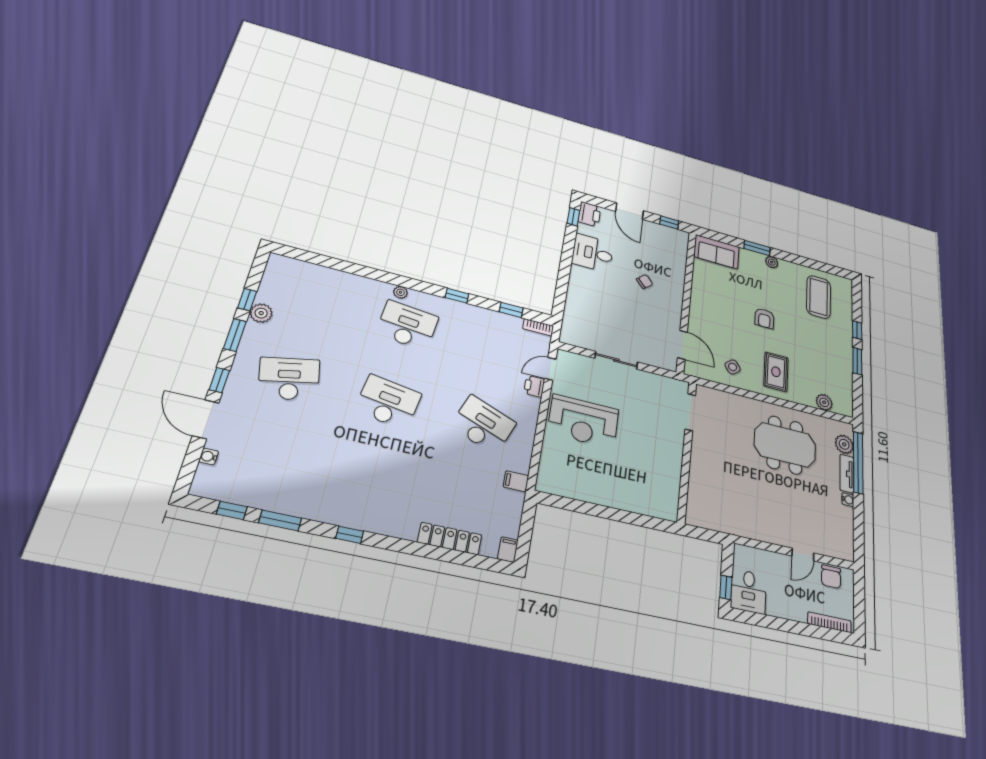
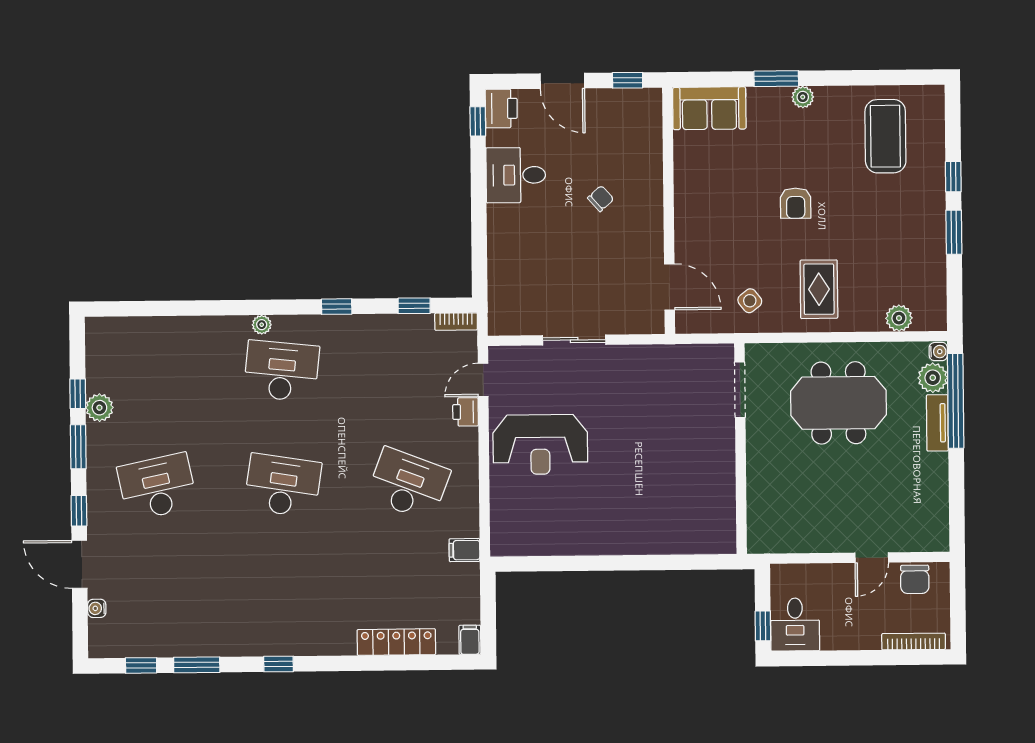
doorway: (690, 412) -> (740, 390), moved
wall: (687, 451) -> (741, 449), moved
water cooler: (848, 500) -> (938, 352), moved

